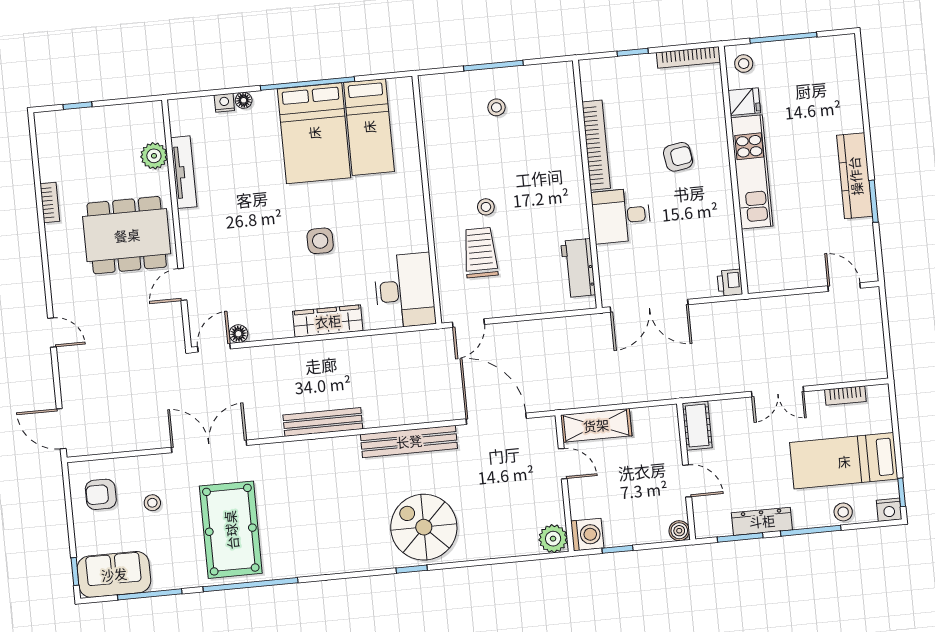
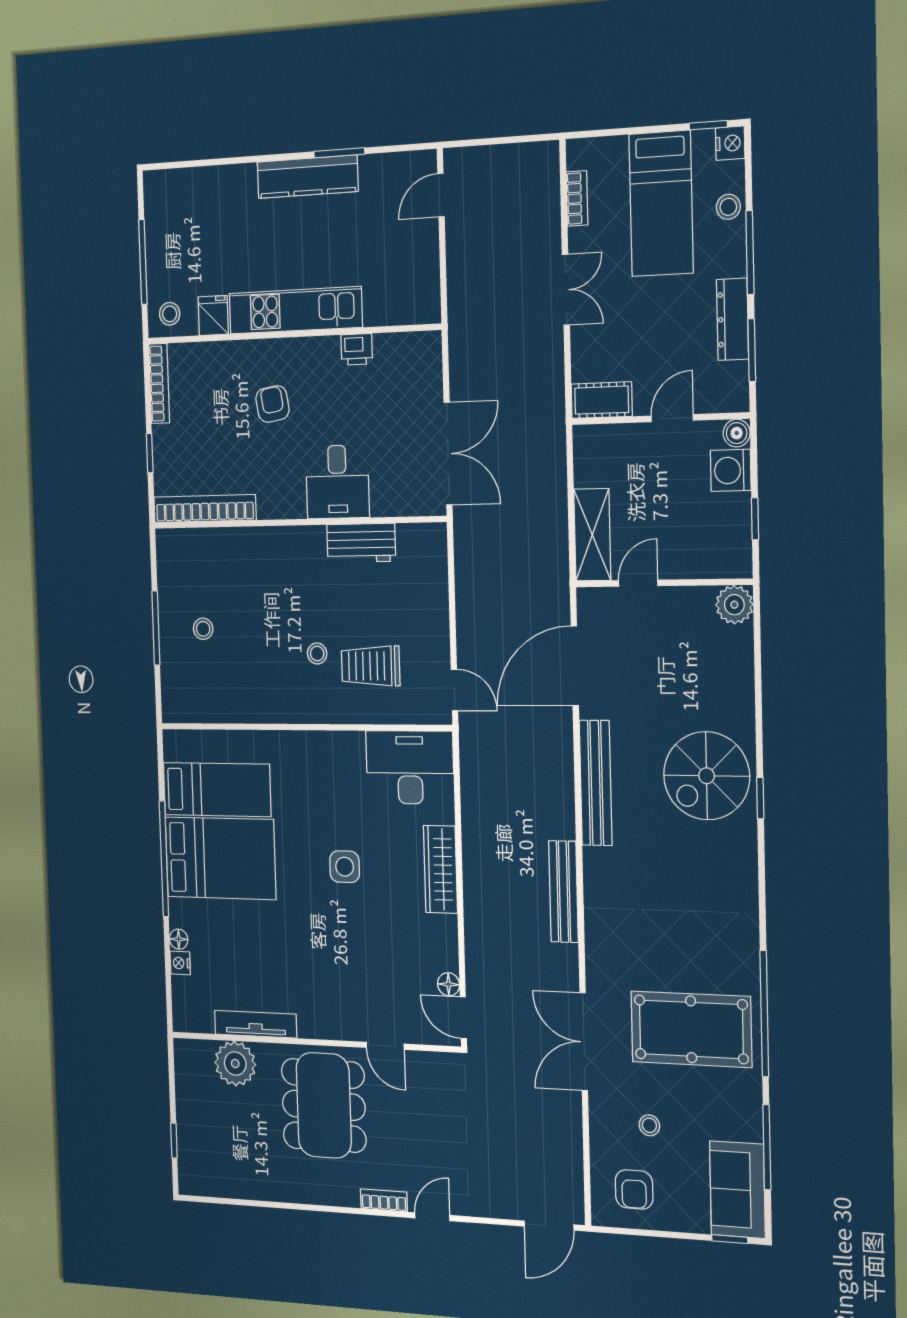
bookcase: (596, 145) -> (205, 508), moved
plant: (154, 156) -> (235, 1063), width x1.36, depth x1.36
bookcase: (50, 202) -> (384, 1200), moved
workbench: (578, 268) -> (361, 543), moved
printer: (730, 283) -> (357, 349), moved
washing machine: (587, 535) -> (731, 470), moved, turned -90

